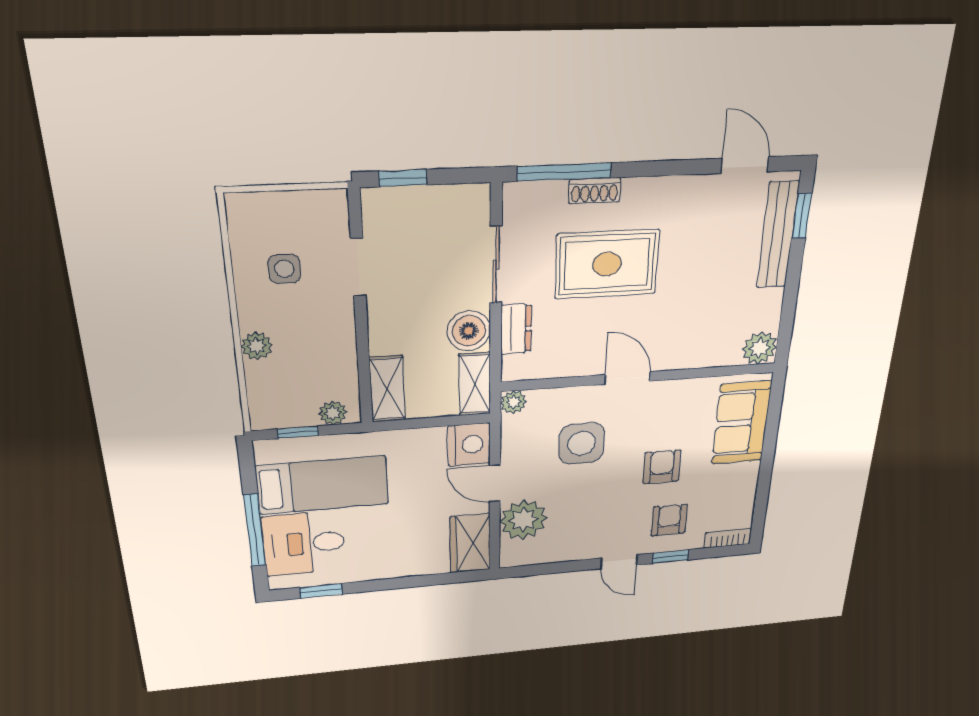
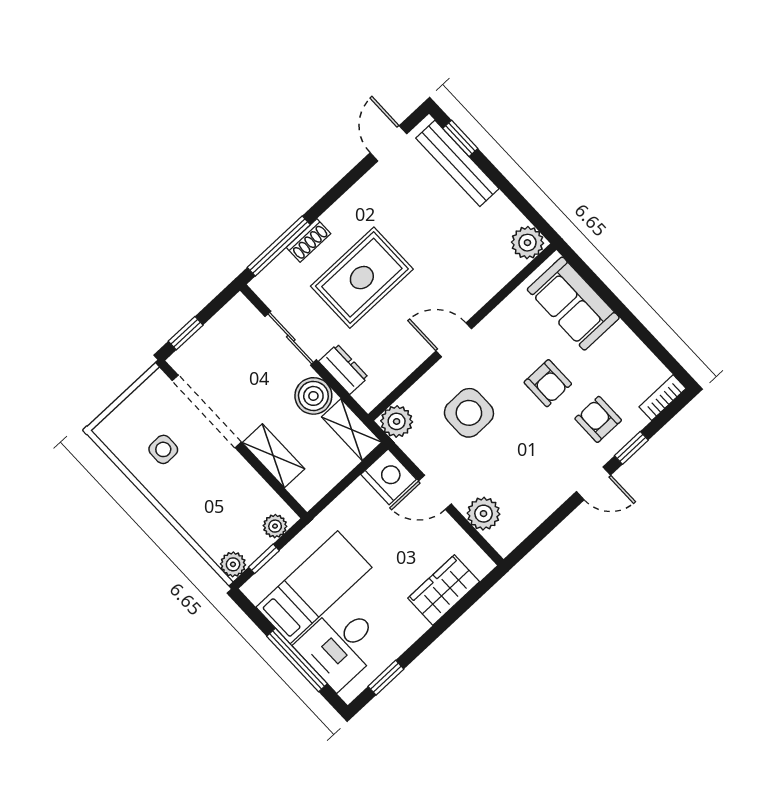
door: (745, 165) -> (389, 143), hinge flipped
doorway: (358, 267) -> (207, 411), width x1.87
plant: (257, 346) -> (233, 564), moved
shelving: (387, 389) -> (273, 456), moved
plant: (514, 402) -> (397, 421), width x1.38, depth x1.38
armchair: (662, 467) -> (548, 383), turned 180
plant: (523, 520) -> (484, 514), width x0.73, depth x0.73
wardrobe: (470, 543) -> (444, 590), moved, turned 90

